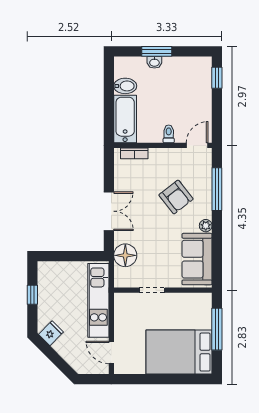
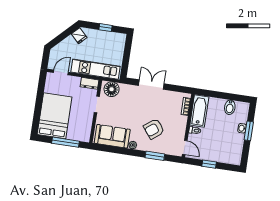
window: (217, 78) -> (209, 164), moved
bathtub: (125, 119) -> (199, 111), moved, turned -90
window: (217, 189) -> (155, 156), width x0.69
double door: (109, 211) -> (151, 85), swing flipped
floor lamp: (125, 255) -> (112, 89), moved
dresser: (121, 306) -> (89, 83), added

